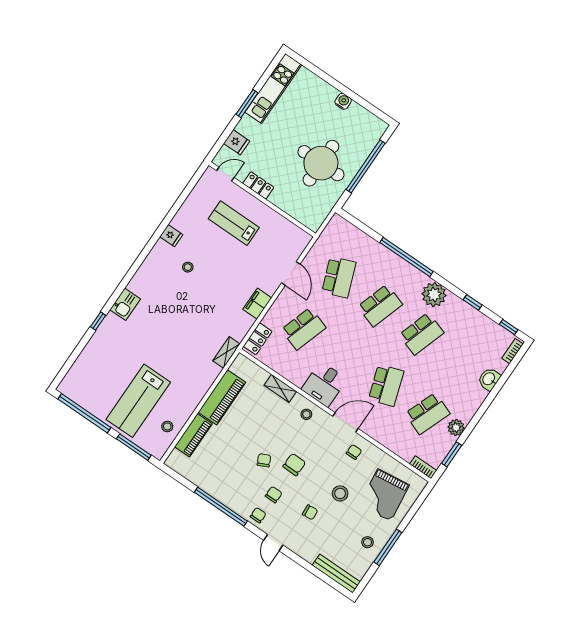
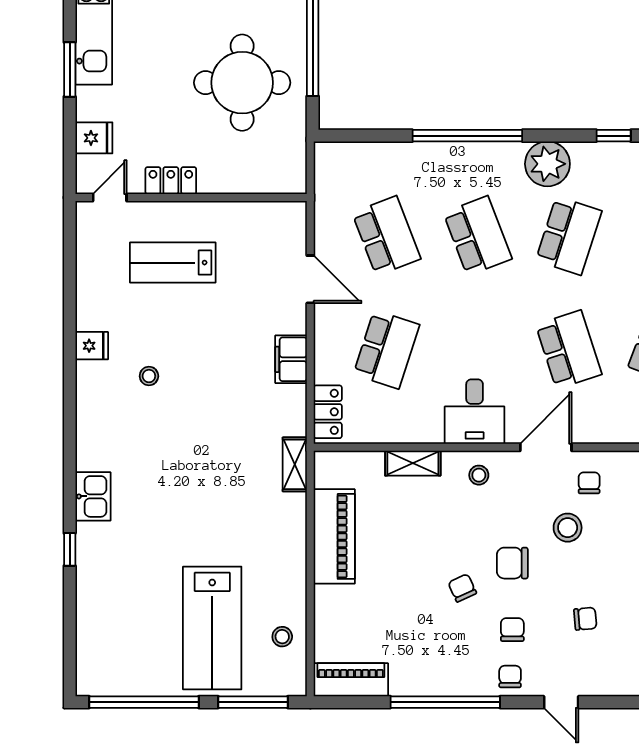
school desk: (380, 306) -> (478, 236), turned -39
piano: (193, 435) -> (351, 680), moved, turned -90
chair: (294, 465) -> (512, 563), turned -91
stool: (340, 493) -> (568, 528), moved

